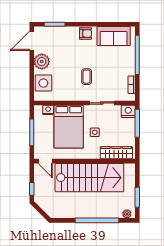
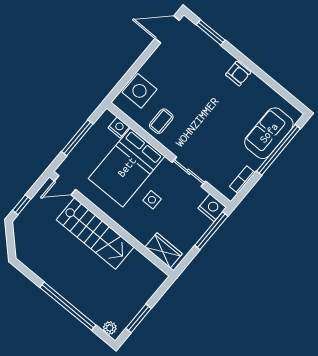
sofa: (114, 36) -> (269, 133), moved, turned 90
plant: (42, 61) -> (159, 64), removed
coffee table: (87, 77) -> (161, 121), moved
wardrobe: (116, 153) -> (164, 250), width x0.67
door: (45, 161) -> (65, 185), hinge flipped
stairs: (89, 178) -> (95, 233), width x0.73, depth x0.66

